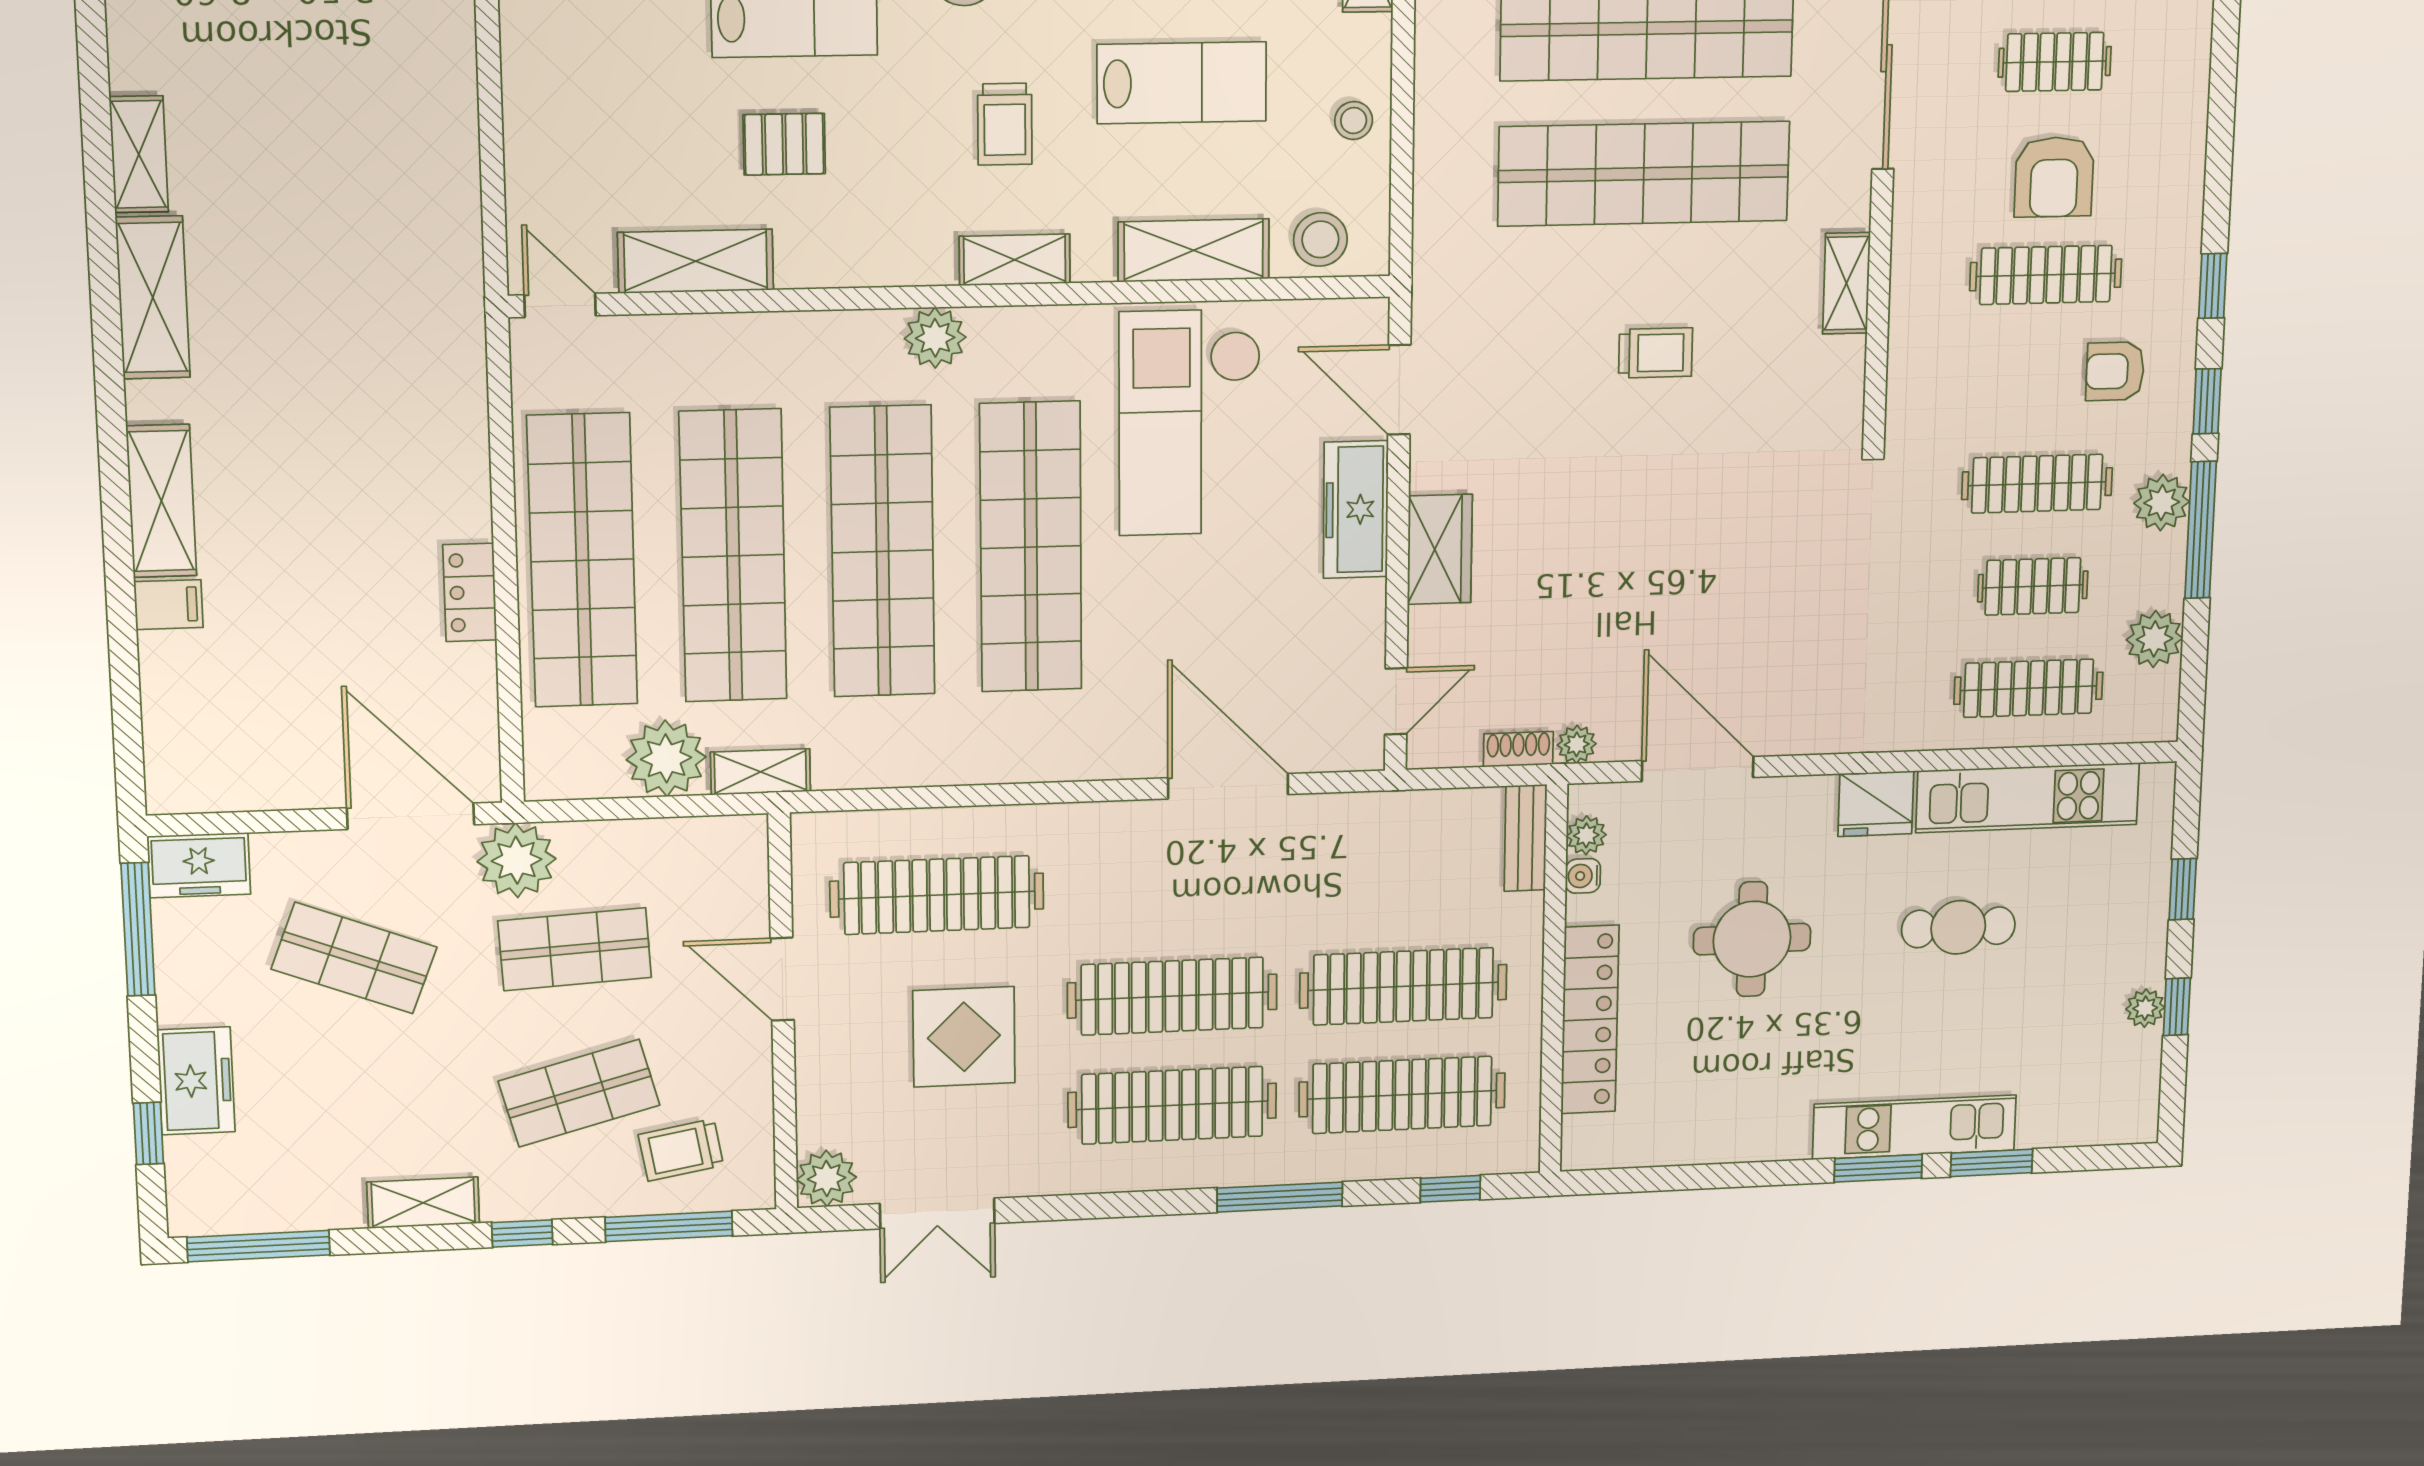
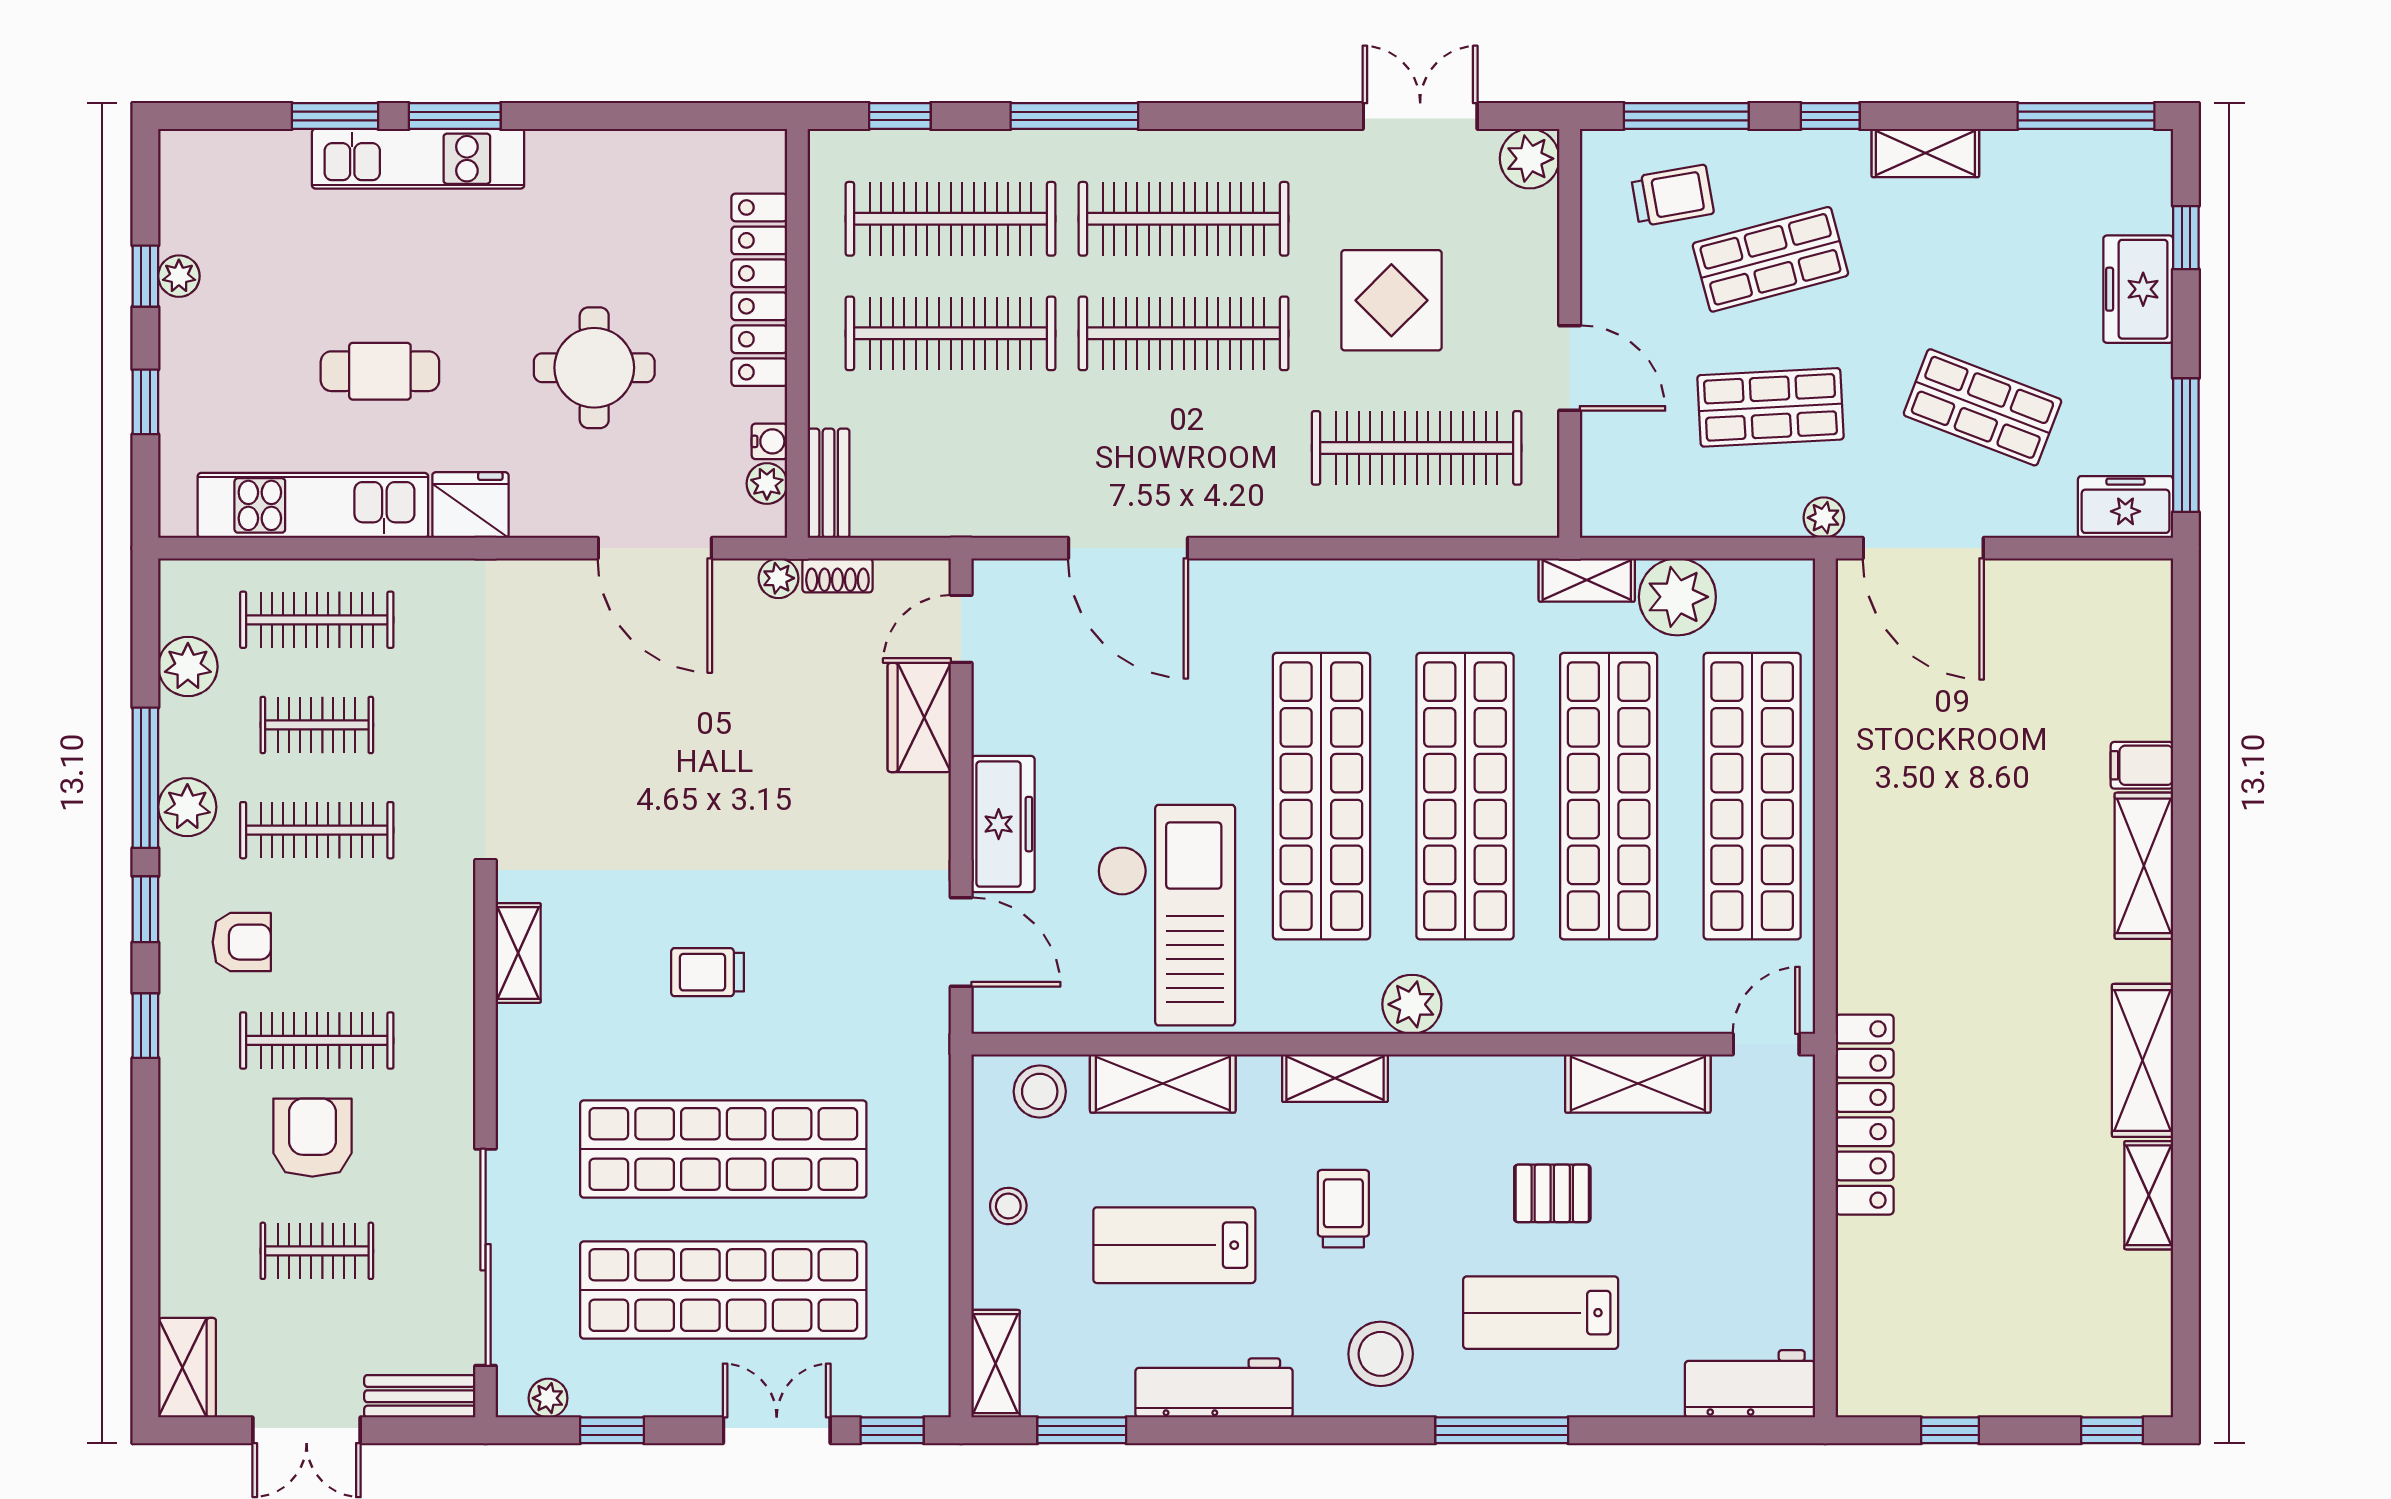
shelving: (1846, 283) -> (518, 953), moved
door: (560, 305) -> (1766, 1044), swing flipped
wardrobe: (1440, 549) -> (919, 717), moved
locker: (470, 592) -> (1865, 1115), moved, width x2.16, depth x1.21
plant: (517, 860) -> (1824, 518), width x0.53, depth x0.53

